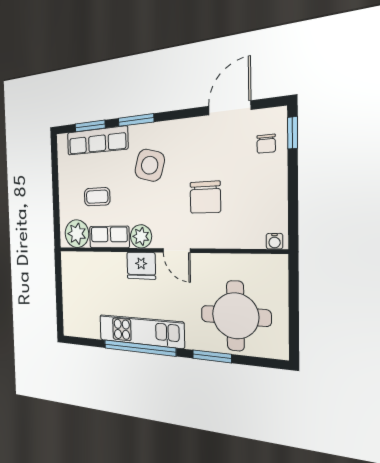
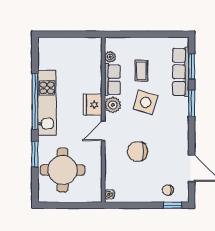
side table: (150, 165) -> (146, 102), moved
plant: (77, 234) -> (110, 57), width x0.53, depth x0.53

